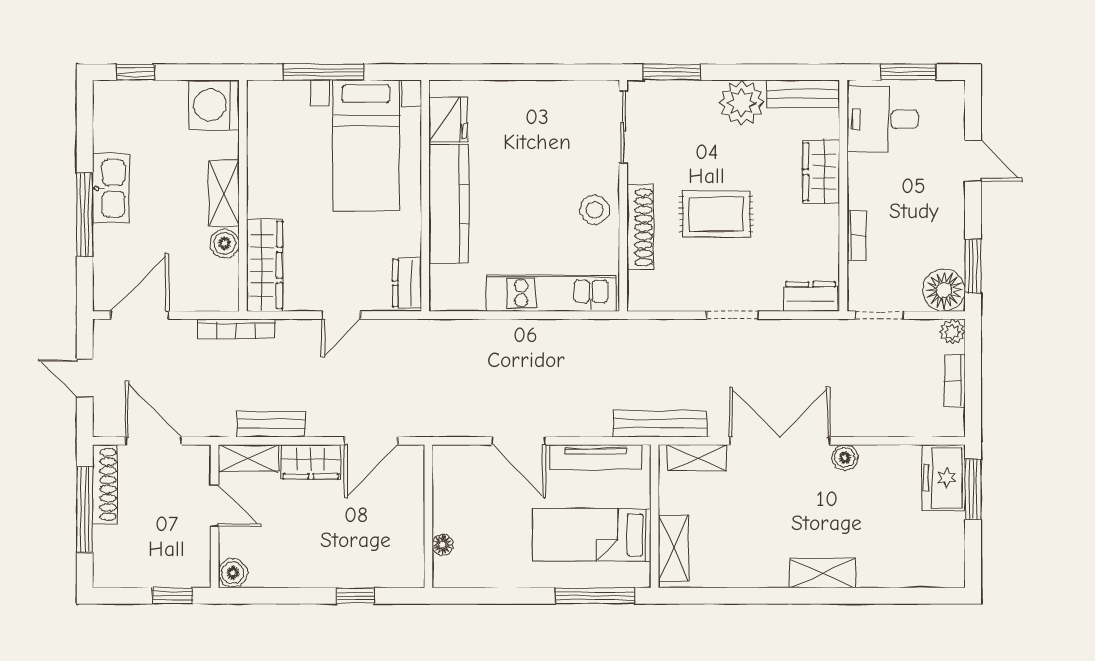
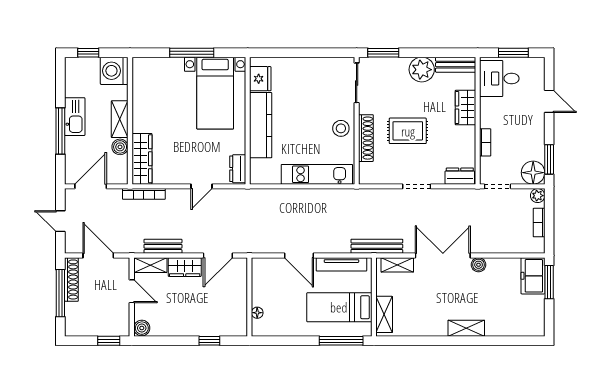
washing machine: (214, 105) -> (114, 71), moved
shelving: (224, 193) -> (120, 119), moved
wall: (243, 196) -> (130, 121), moved
boiler: (225, 243) -> (120, 147), moved
wardrobe: (264, 265) -> (142, 159), moved

